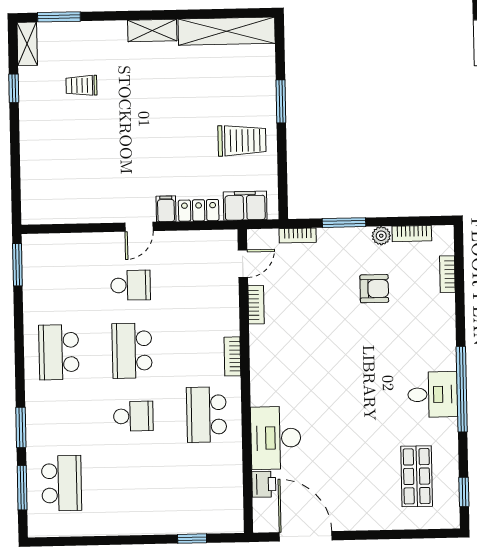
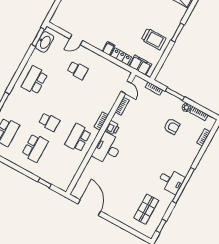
door: (139, 227) -> (76, 40), moved
door: (243, 264) -> (126, 87), hinge flipped
washbasin: (36, 267) -> (45, 42), added
school desk: (132, 351) -> (35, 148), moved, turned 180
desk: (276, 438) -> (107, 149), moved
printer: (264, 484) -> (112, 128), moved

